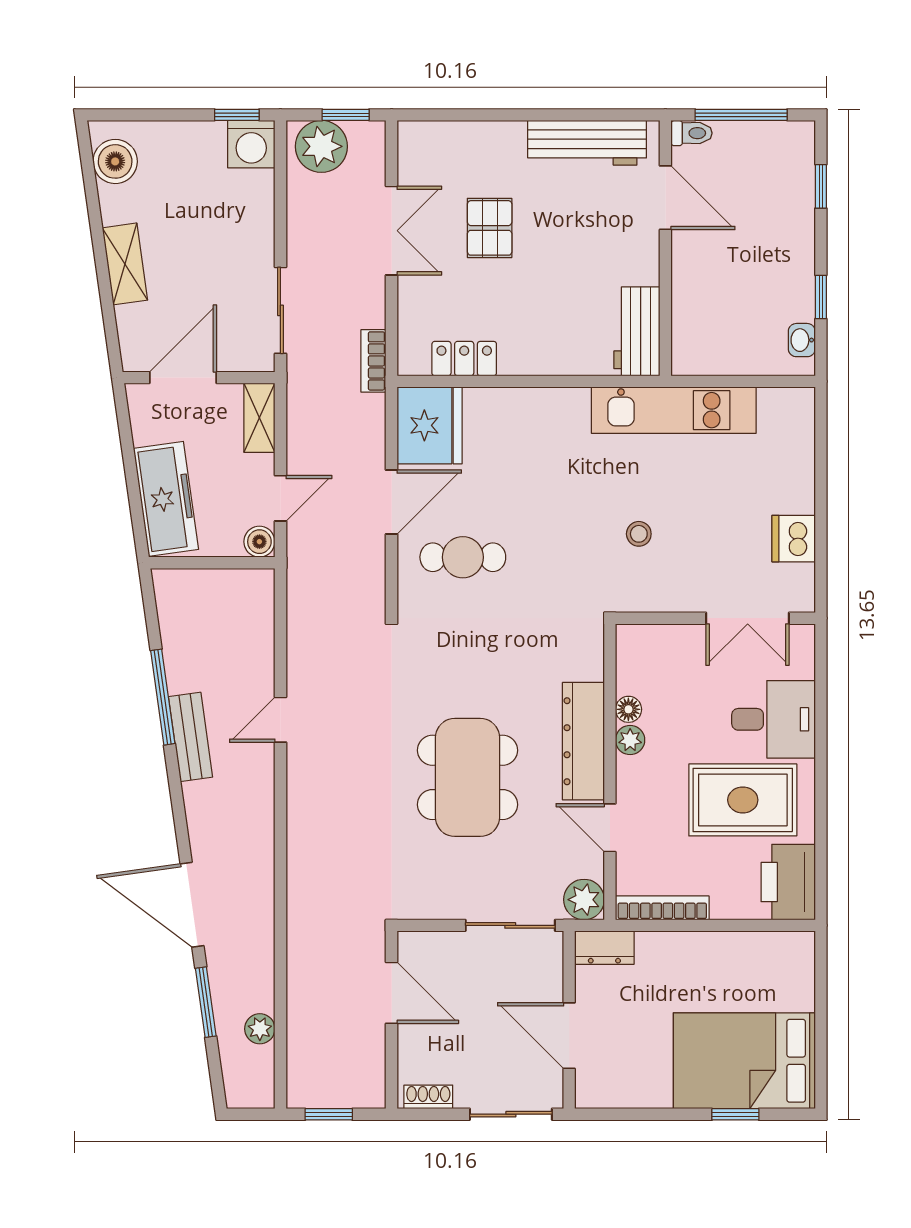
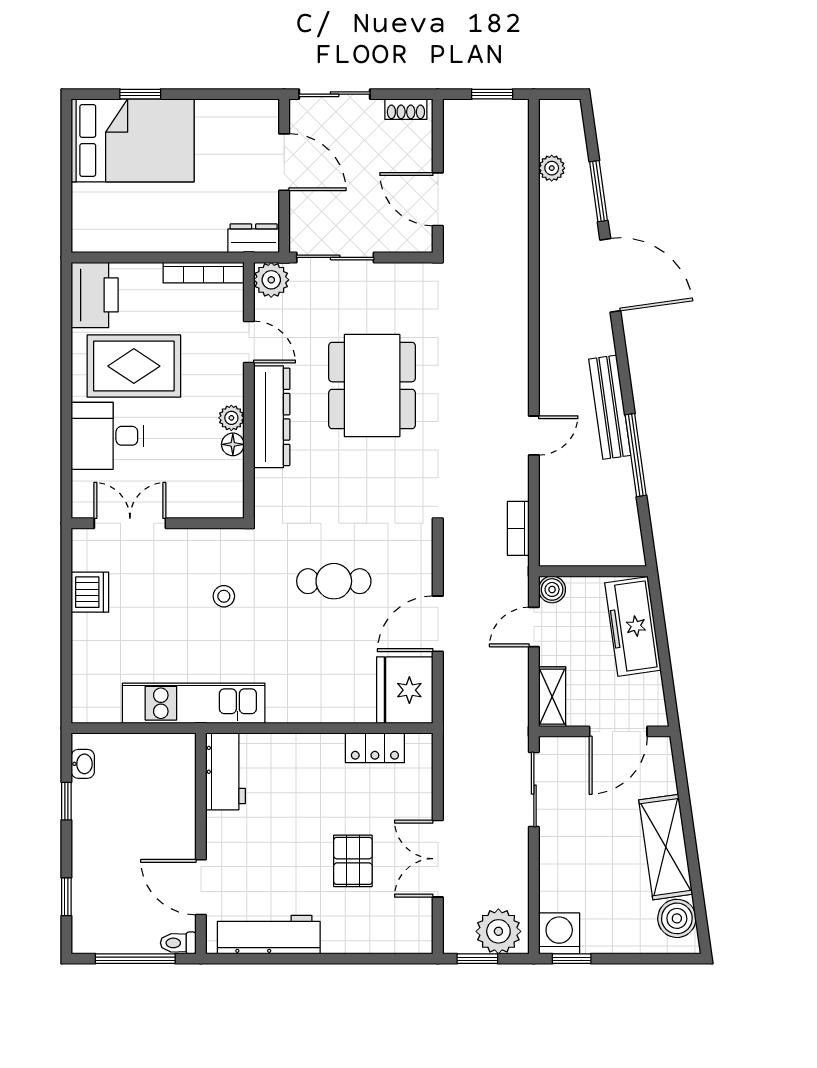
shelving: (125, 264) -> (666, 847), width x1.50, depth x1.33
bookcase: (373, 361) -> (518, 528), moved, turned 180
cafe table: (463, 557) -> (334, 581), moved
bench: (191, 737) -> (610, 407), width x1.36

